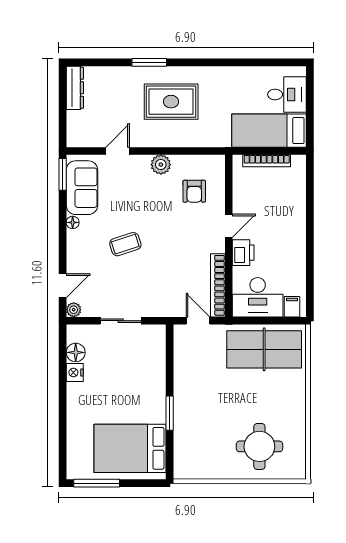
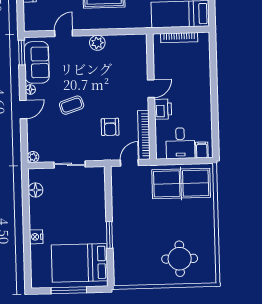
armchair: (194, 191) -> (110, 127), moved
door: (63, 286) -> (23, 110), moved
desk: (258, 297) -> (180, 143), width x0.73
door: (198, 321) -> (129, 163), hinge flipped
nightstand: (75, 372) -> (36, 237), moved
window: (97, 483) -> (69, 290), moved

